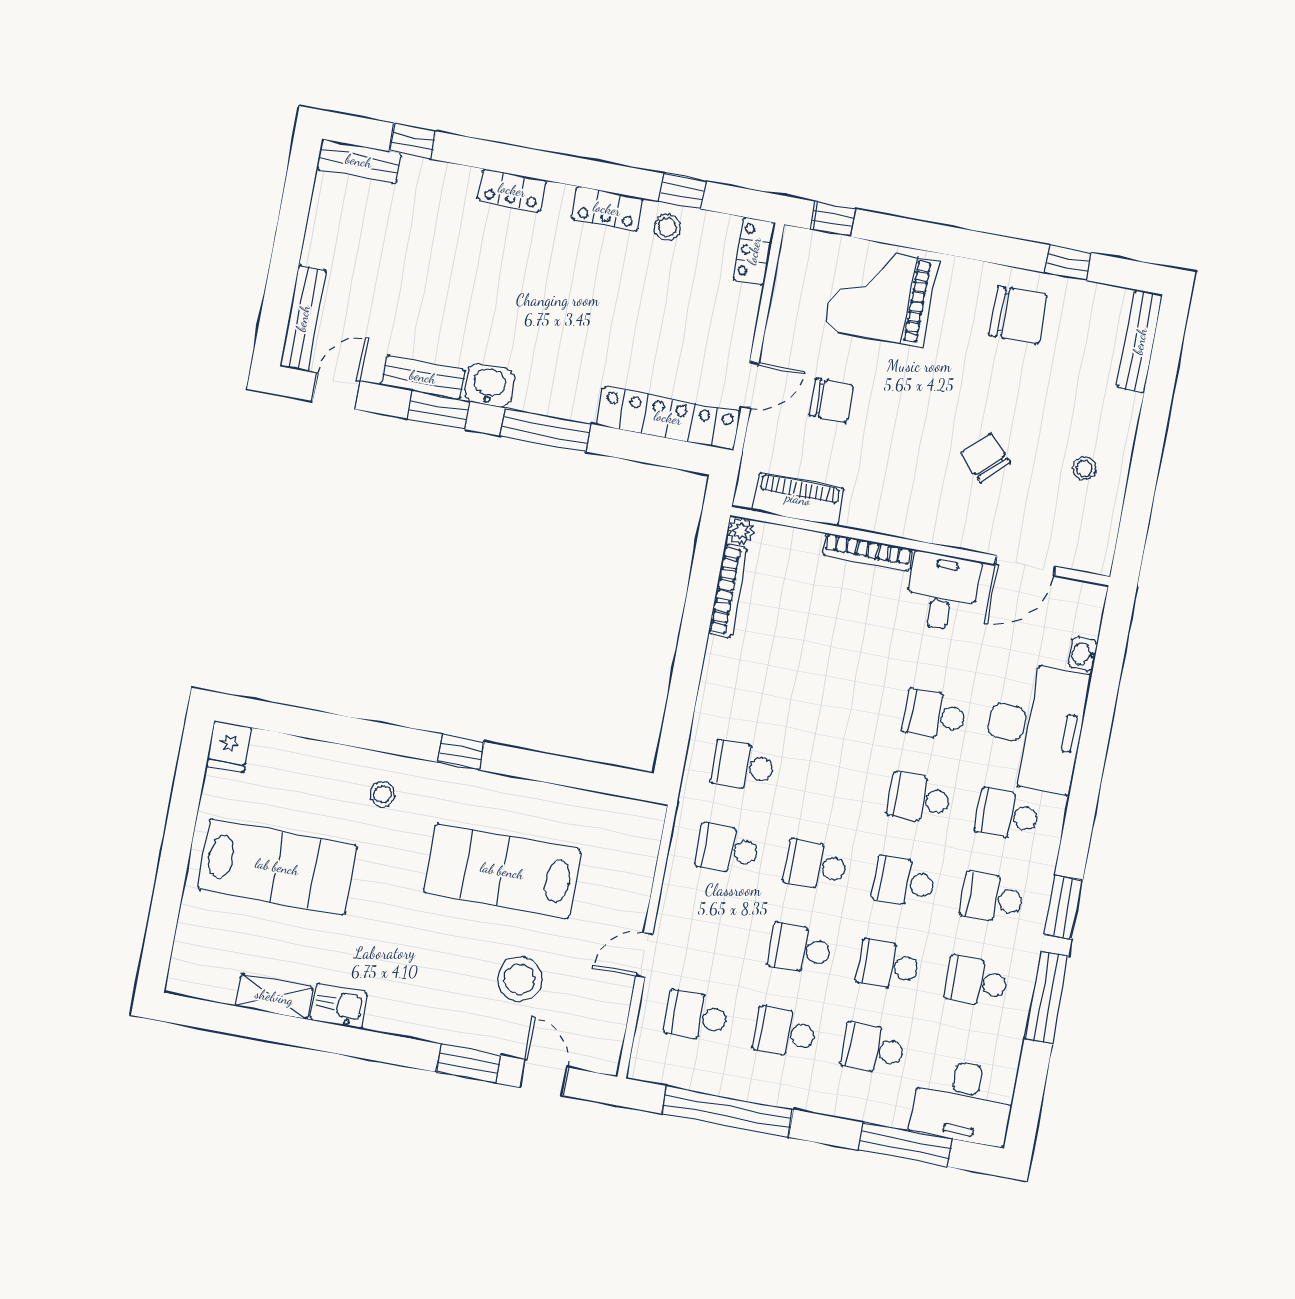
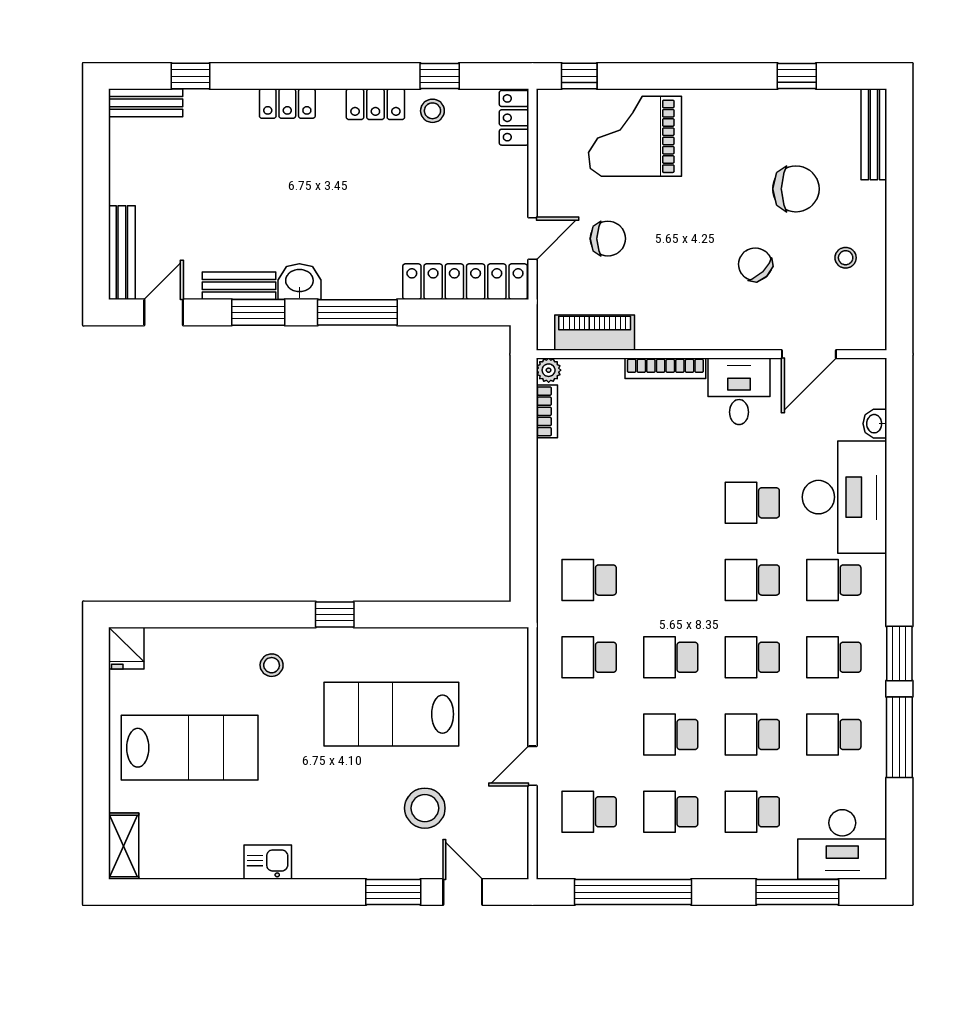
chair: (1018, 315) -> (796, 189), moved
bookcase: (728, 591) -> (547, 411), width x0.64
shelving: (274, 997) -> (124, 846), moved, turned 90

